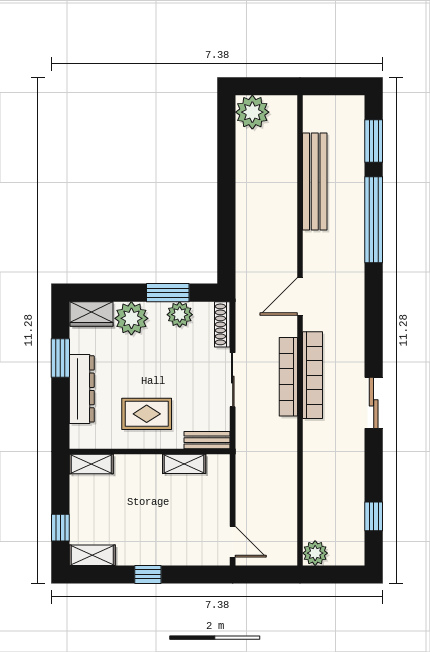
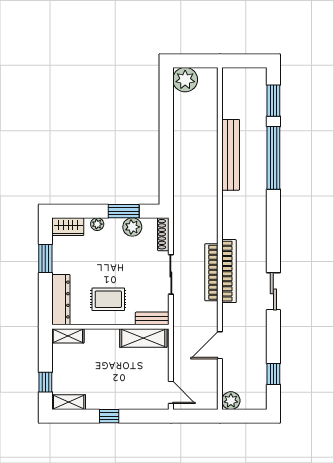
bench: (315, 181) -> (231, 155), moved
door: (300, 296) -> (220, 345), moved
plant: (131, 318) -> (97, 224), width x0.53, depth x0.53
dresser: (82, 389) -> (61, 300), moved
shelving: (184, 464) -> (143, 338), width x1.50, depth x1.33

